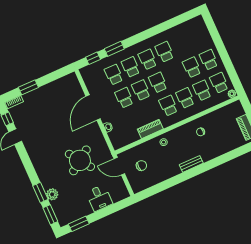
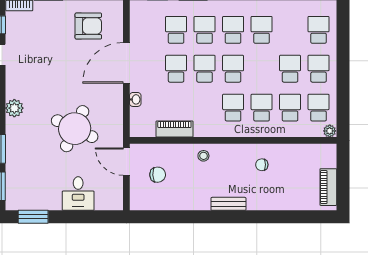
school desk: (198, 37) -> (319, 30), added
armchair: (61, 96) -> (88, 26), added
piano: (150, 129) -> (174, 129), moved
round table: (80, 160) -> (75, 129), turned -30
plant: (52, 194) -> (14, 108), moved

